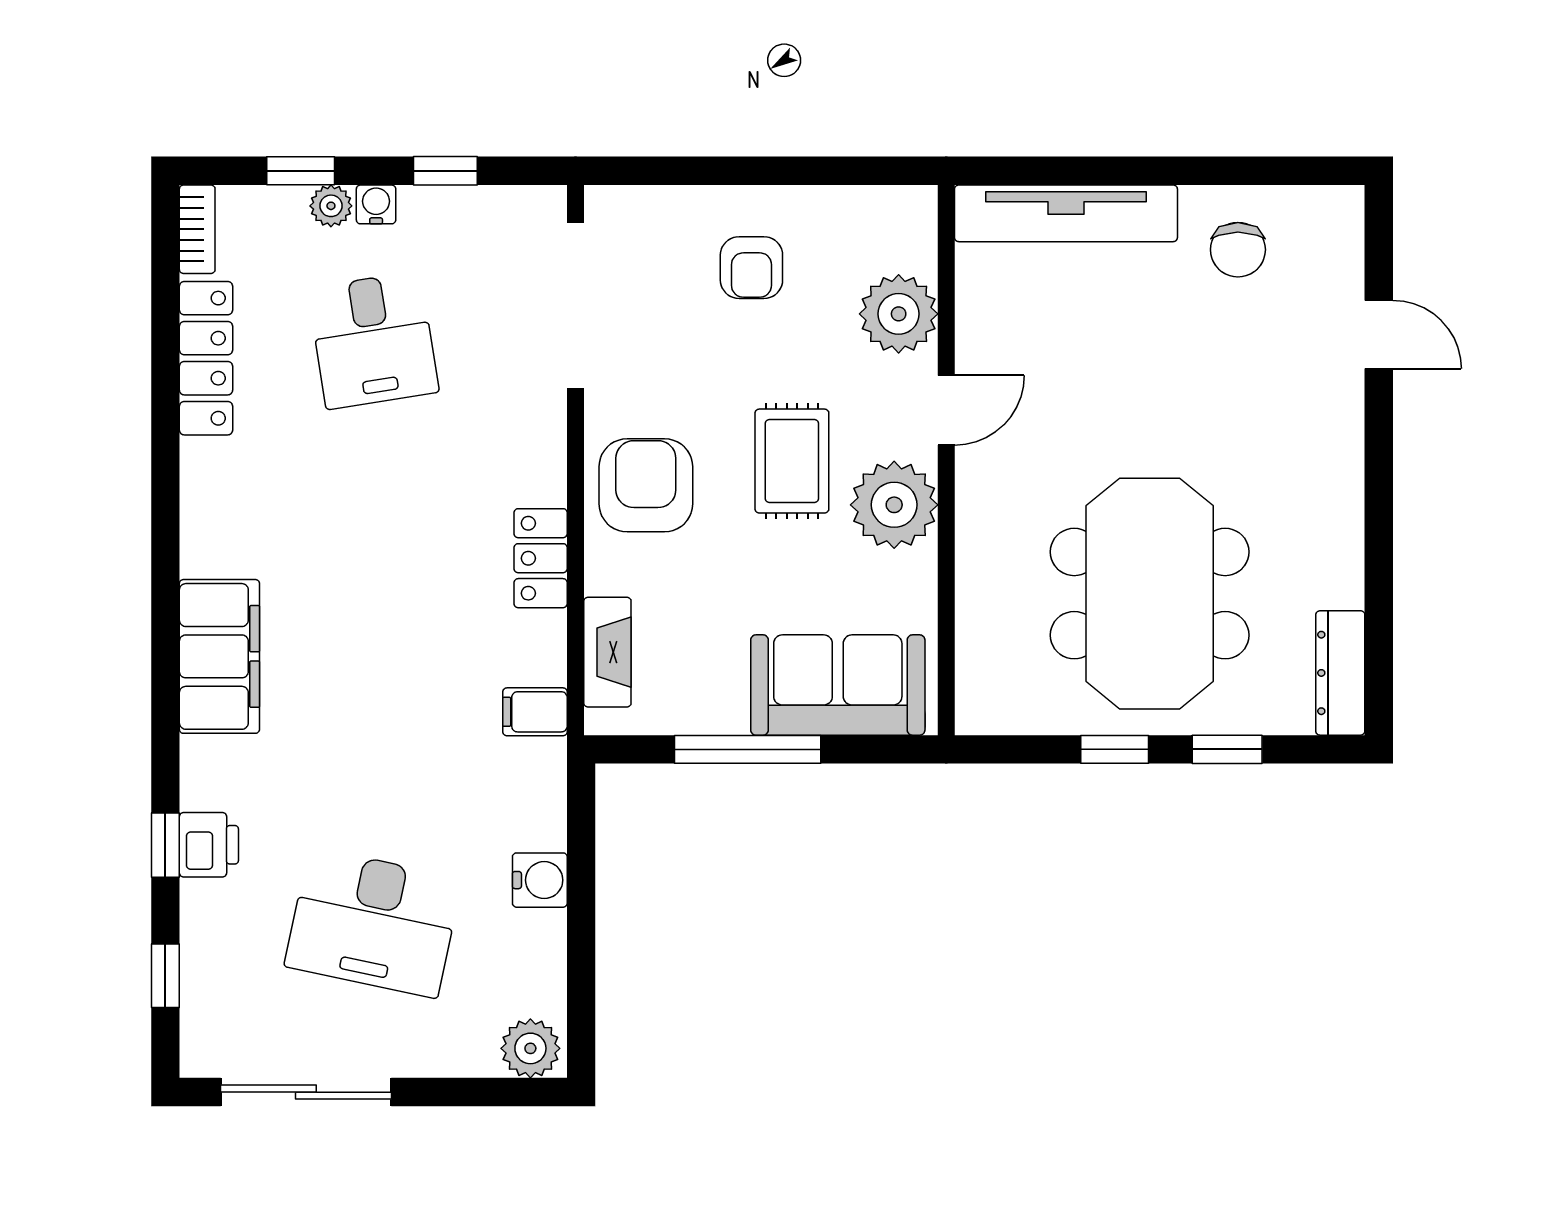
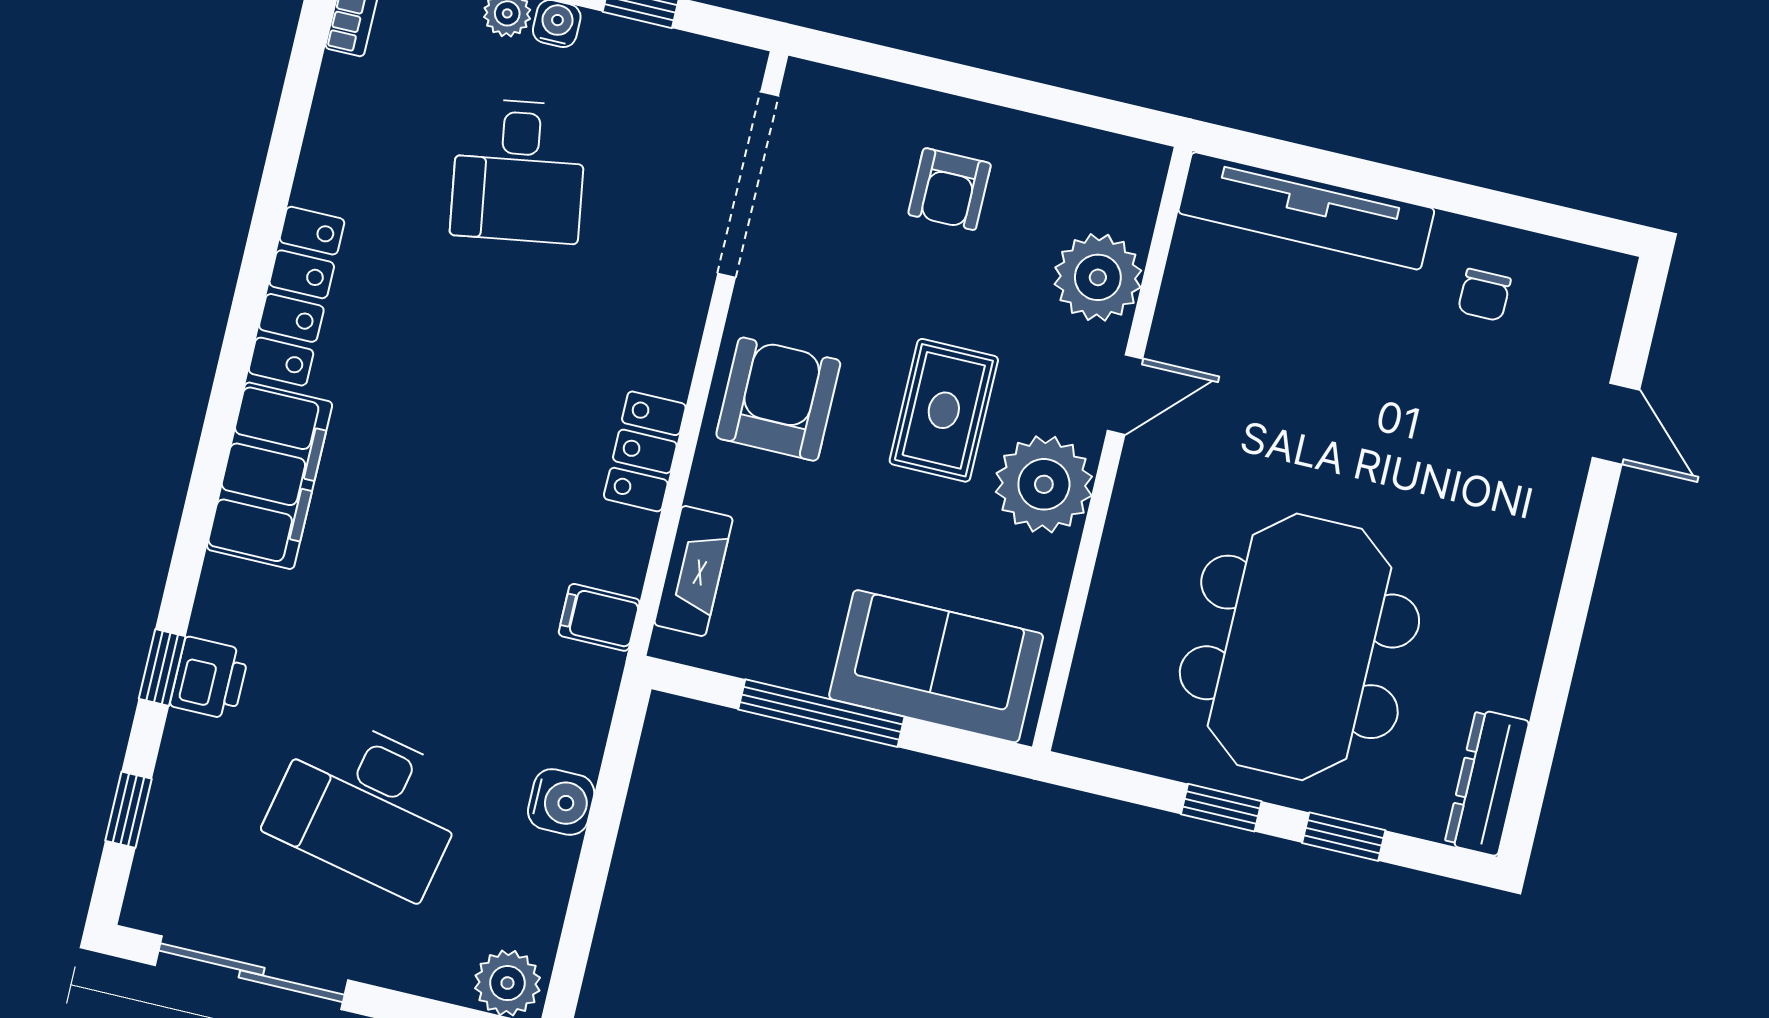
chair: (1238, 250) -> (1484, 295), width x0.73, depth x0.73
locker: (206, 358) -> (297, 296), moved

